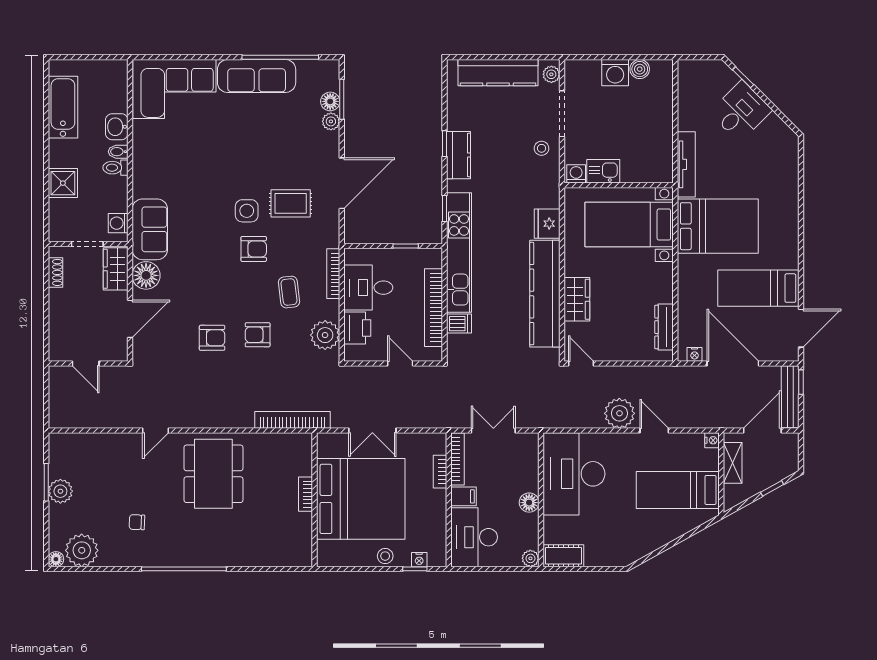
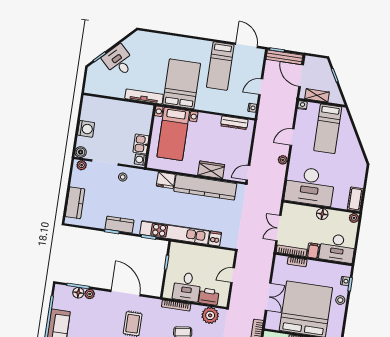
boiler: (640, 69) -> (81, 152), moved
kitchen counter: (498, 73) -> (75, 203), width x0.67
bookcase: (434, 308) -> (204, 252), removed
door: (733, 363) -> (261, 87), width x0.53
plant: (619, 413) -> (283, 160), width x0.53, depth x0.53

